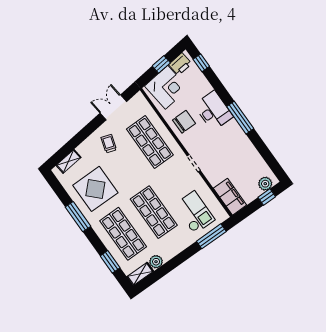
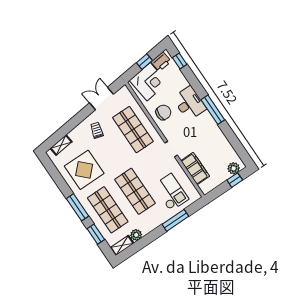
filing cabinet: (230, 197) -> (195, 169), moved
window: (78, 217) -> (77, 207), moved
window: (211, 236) -> (175, 220), moved

